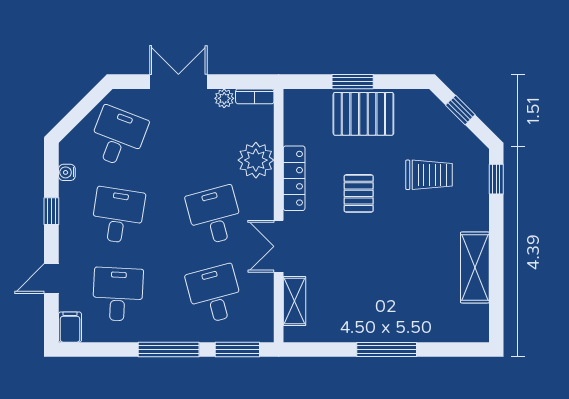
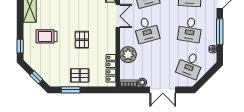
window: (353, 82) -> (71, 90), moved
pallet: (363, 114) -> (80, 75), width x0.67, depth x0.71
trolley: (429, 175) -> (46, 36), moved
locker: (294, 178) -> (111, 68), moved
window: (51, 211) -> (220, 32), width x2.17

